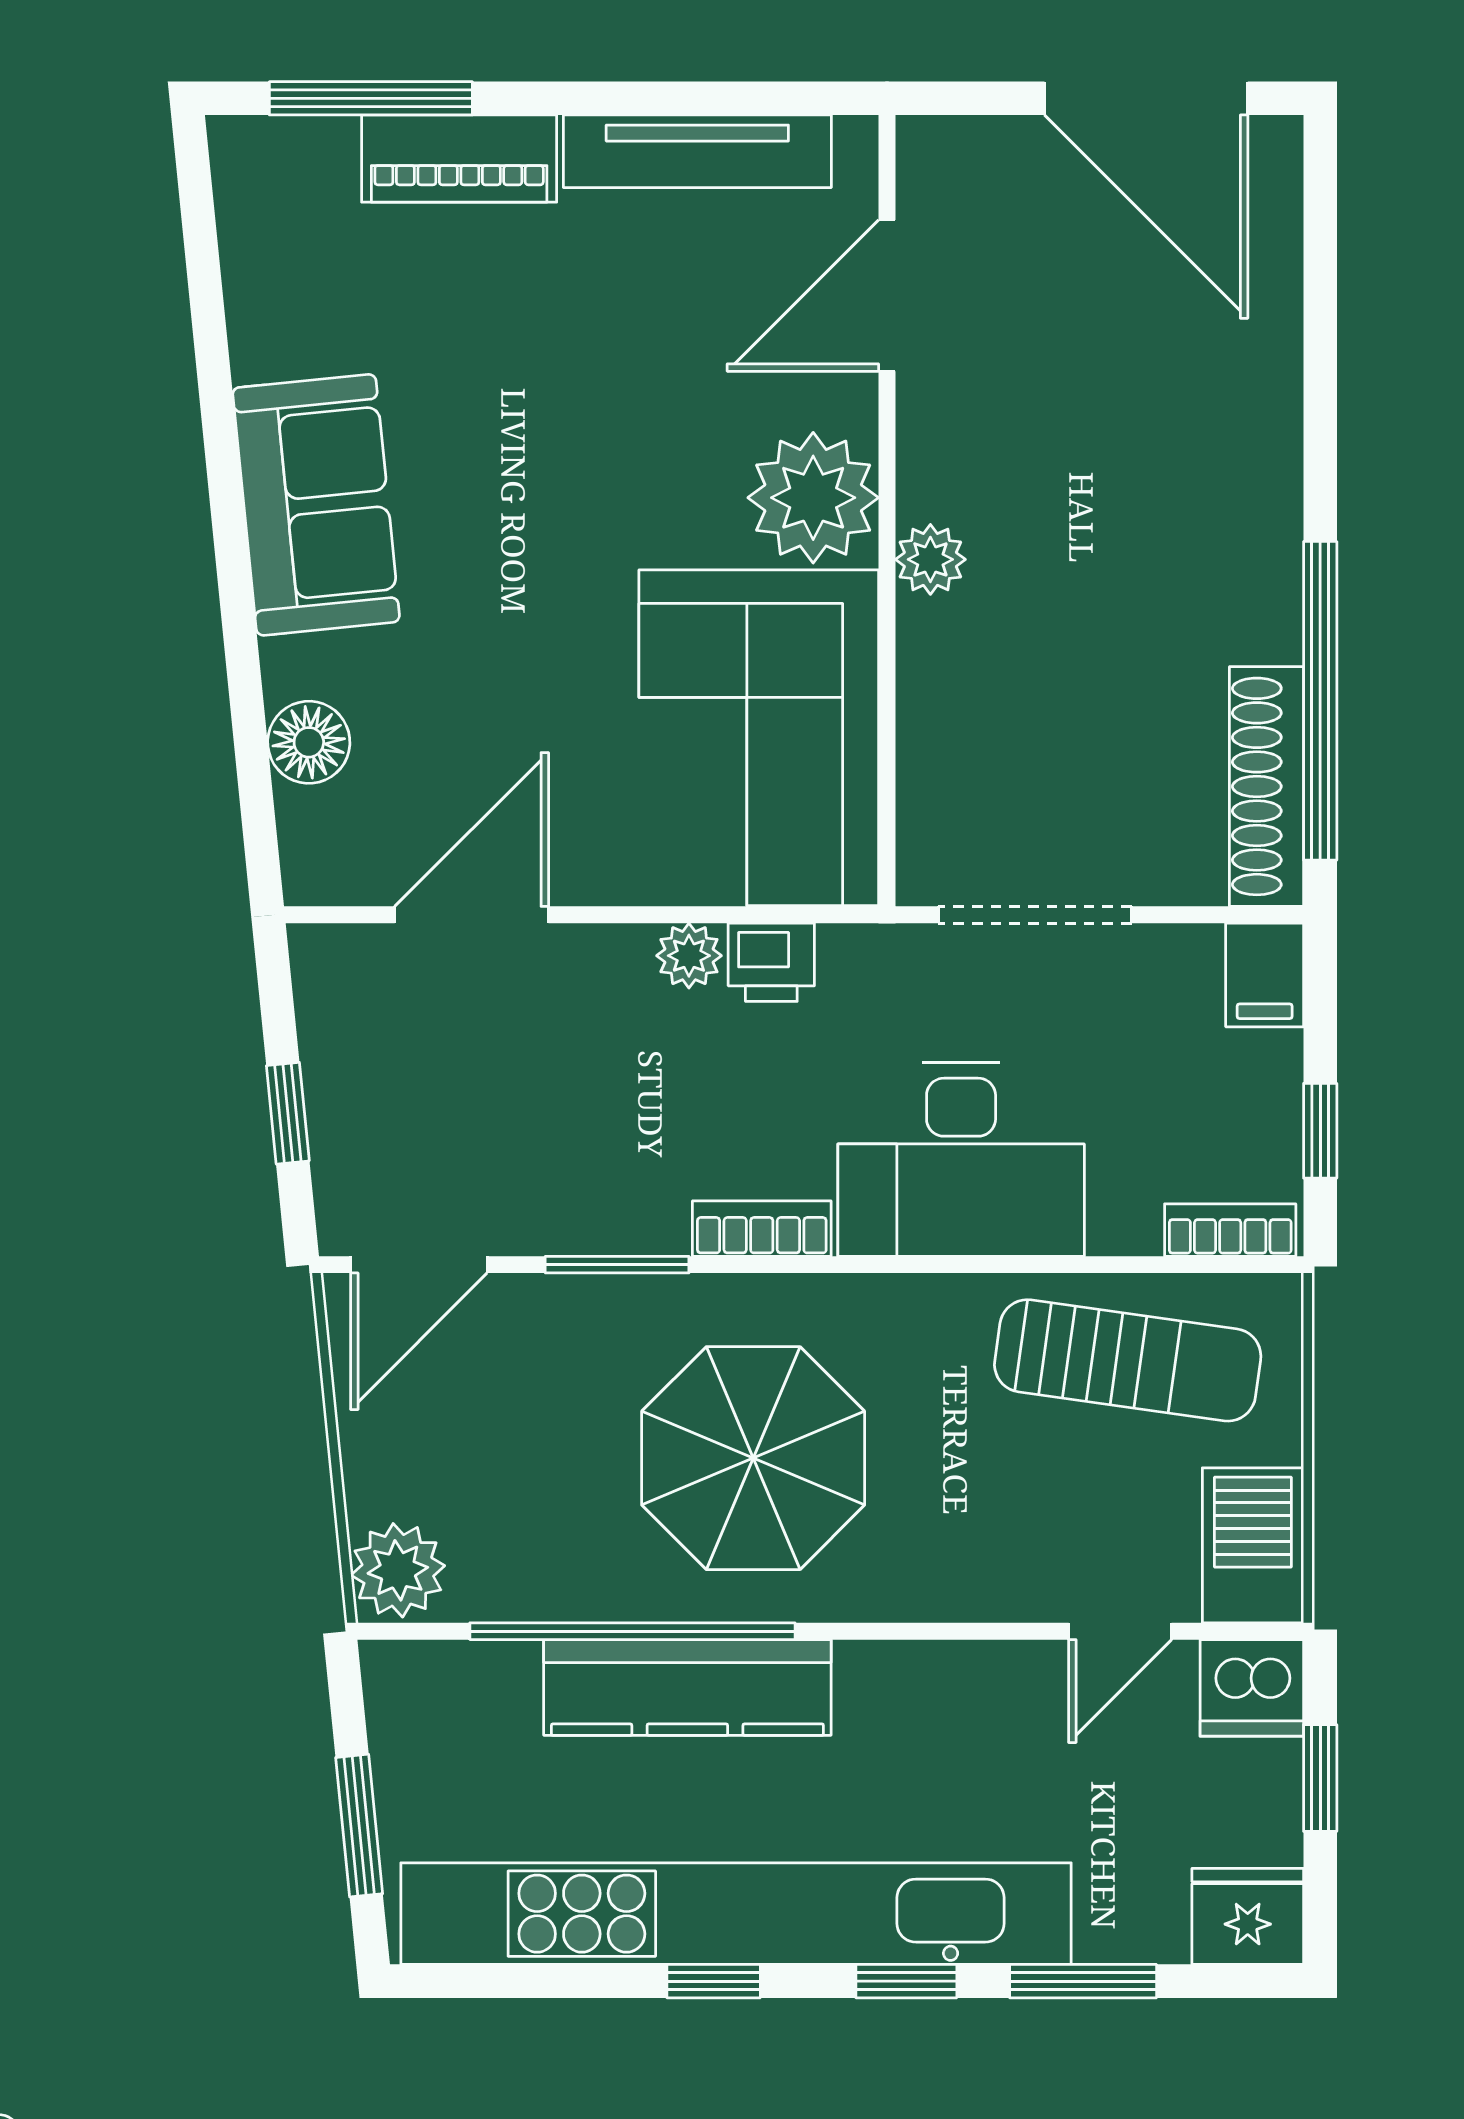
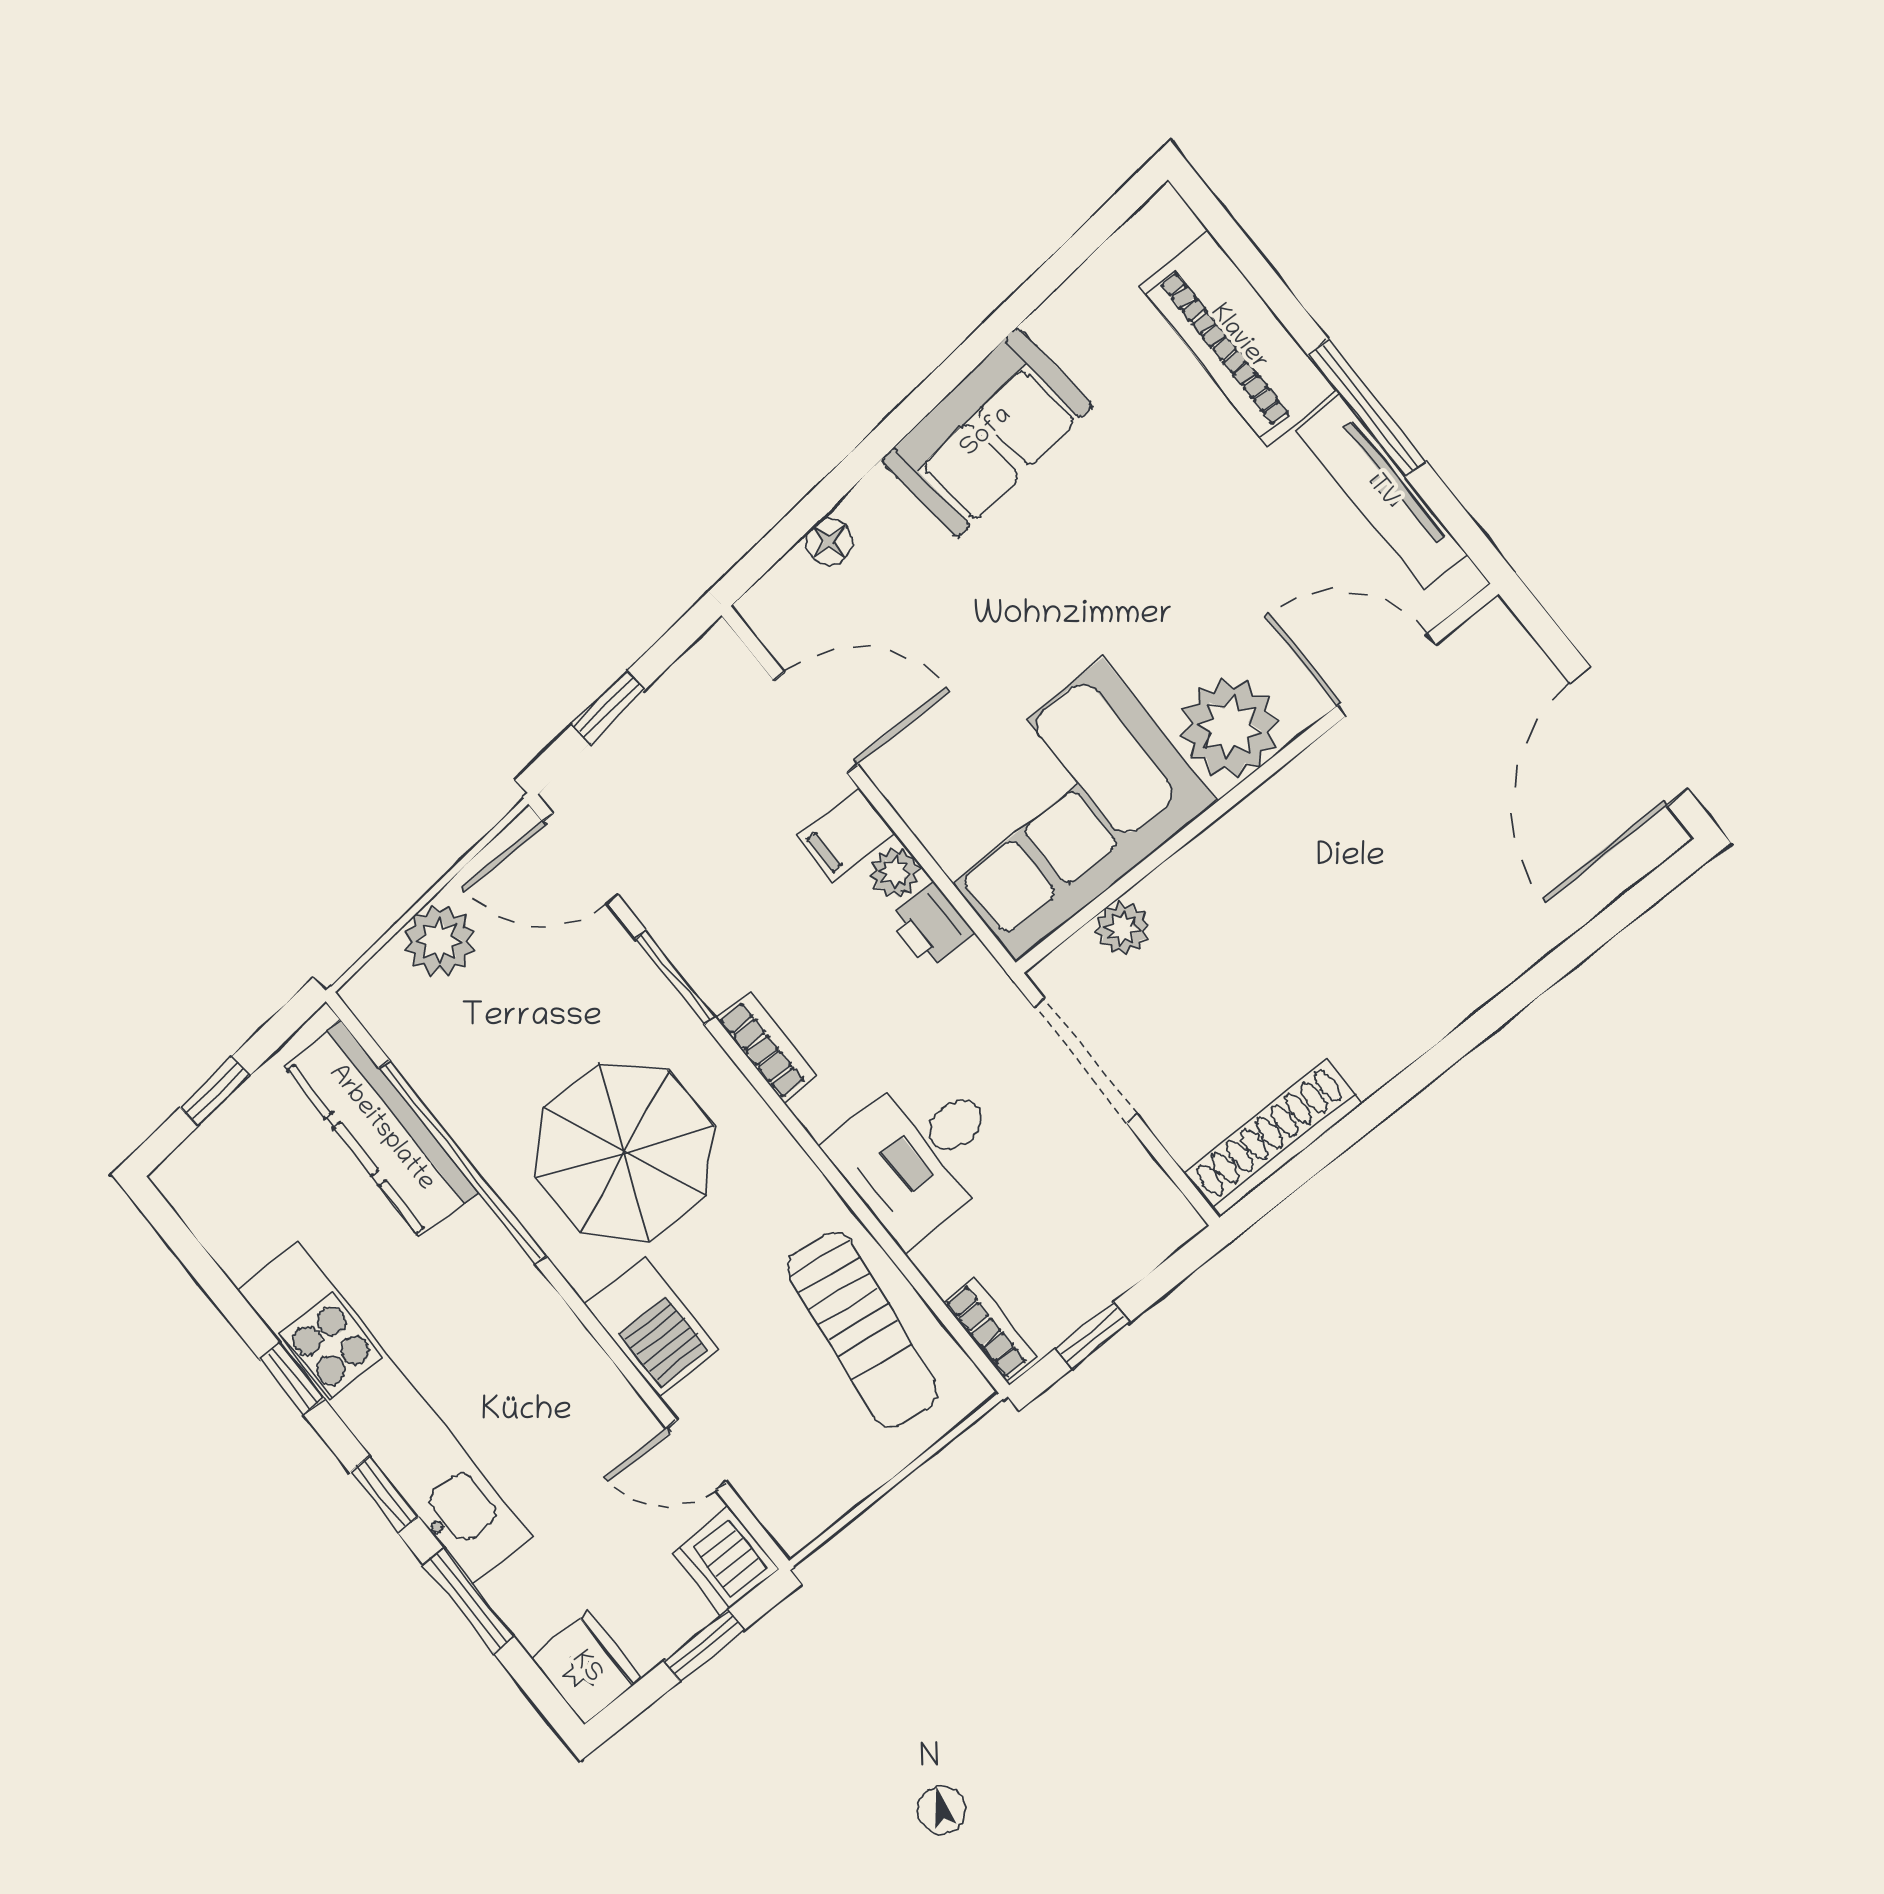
window: (371, 98) -> (1367, 408), moved
piano: (459, 159) -> (1238, 338), width x1.37, depth x1.33
plant: (930, 559) -> (1122, 928), moved
window: (1320, 701) -> (1351, 1129), removed
floor lamp: (309, 742) -> (829, 542), width x0.73, depth x0.73
filing cabinet: (1265, 975) -> (846, 835), moved
desk: (961, 1159) -> (919, 1154), width x0.73
barbecue: (1253, 1545) -> (652, 1328), moved, turned 90
plant: (398, 1570) -> (440, 941), moved
kitchen counter: (687, 1687) -> (381, 1129), moved
window: (359, 1826) -> (215, 1091), width x0.67
kitchen unit: (736, 1914) -> (386, 1413), width x0.73

